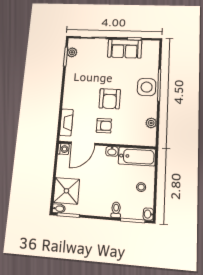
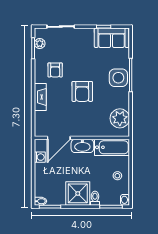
sofa: (125, 49) -> (112, 38), moved
fireplace: (66, 122) -> (40, 97), moved
plant: (151, 123) -> (120, 118), width x1.87, depth x1.87
armchair: (104, 126) -> (55, 70), moved, turned 90
washing machine: (63, 149) -> (40, 157), moved
washbasin: (112, 151) -> (82, 146), width x1.91, depth x1.45
shower: (66, 191) -> (78, 193), moved

